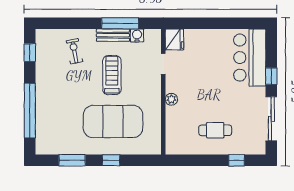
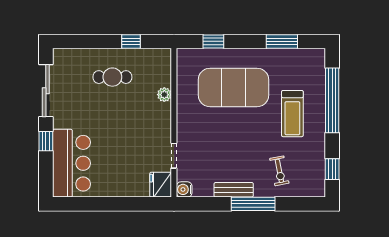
window: (120, 23) -> (253, 204), moved
water cooler: (137, 35) -> (184, 189), moved, turned 90
treadmill: (112, 75) -> (292, 114), moved
plant: (171, 99) -> (164, 95), moved
window: (111, 160) -> (213, 41), moved
window: (237, 160) -> (131, 41), moved

